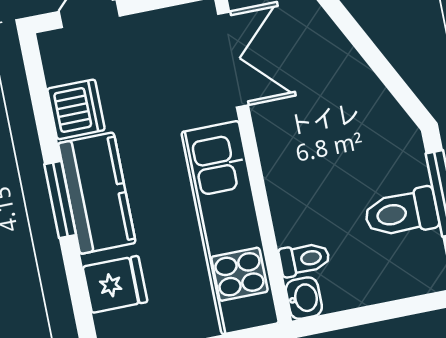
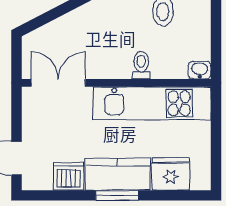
toilet: (304, 259) -> (141, 65), moved
fridge: (115, 284) -> (171, 174), width x1.38

